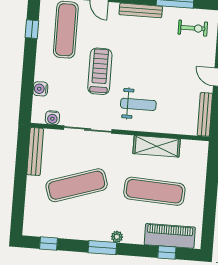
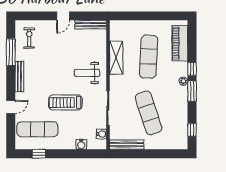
weight bench: (138, 104) -> (87, 73), turned -90
window: (167, 253) -> (192, 69), moved

